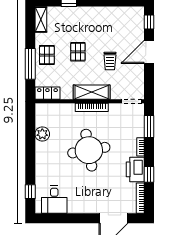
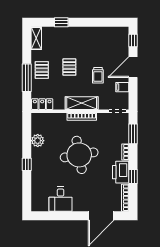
filing cabinet: (137, 74) -> (122, 87), added
window: (30, 192) -> (27, 164), moved
desk: (54, 200) -> (61, 199), moved

